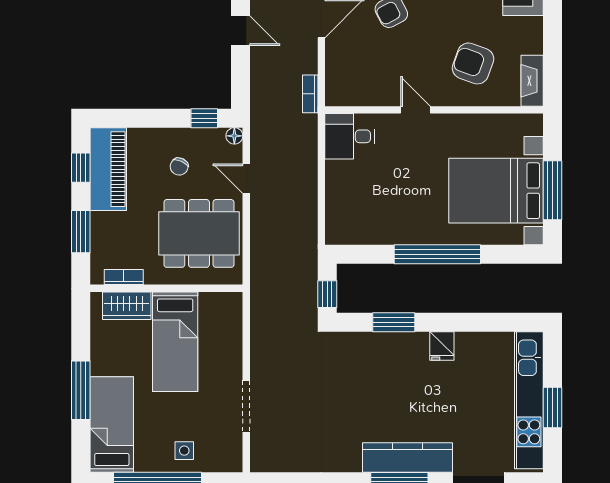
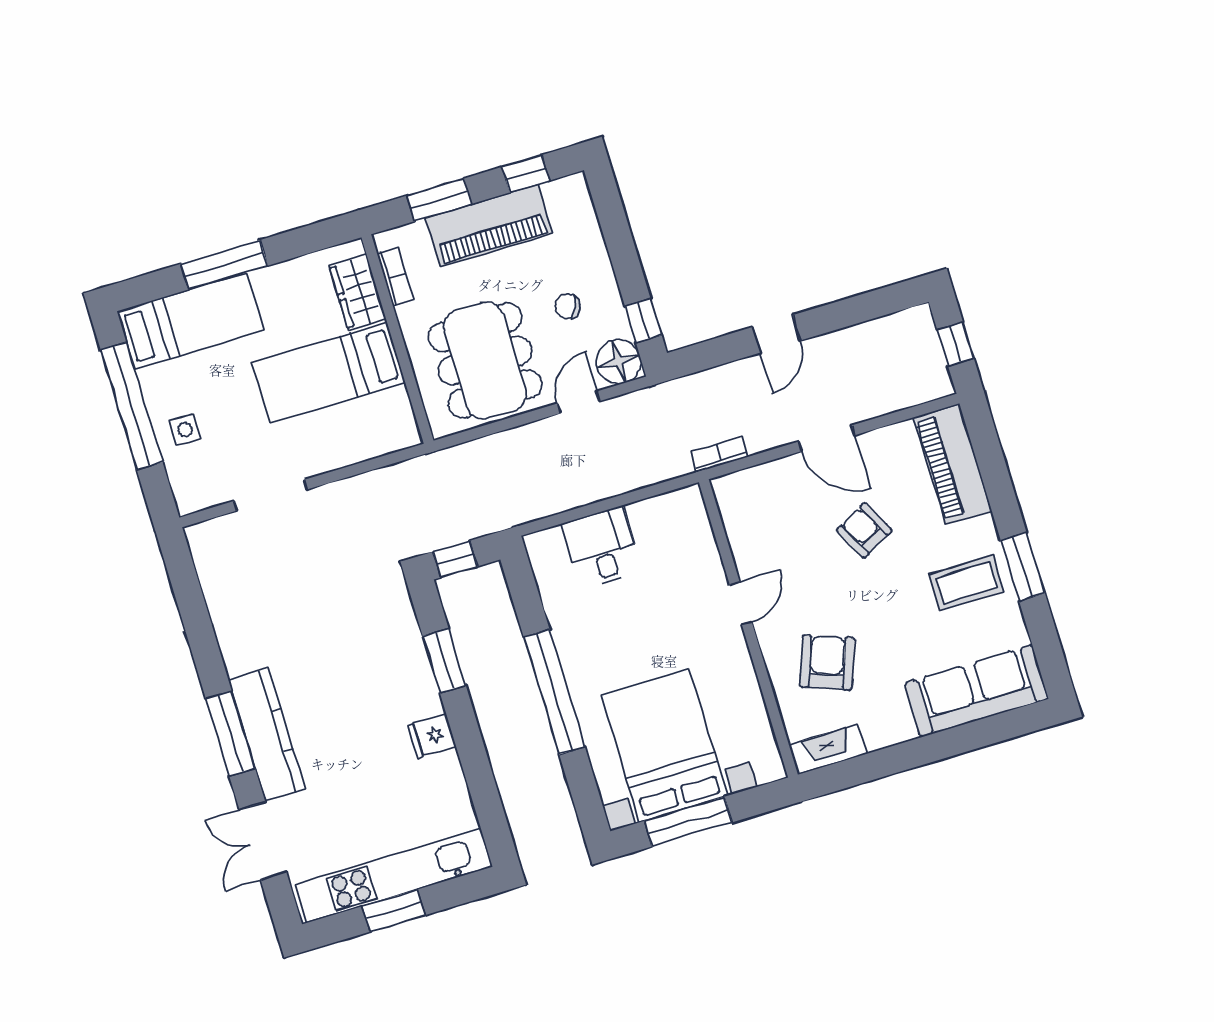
floor lamp: (234, 136) -> (619, 362), width x1.89, depth x1.89
desk: (350, 136) -> (602, 548), moved
piano: (108, 169) -> (489, 225), moved

